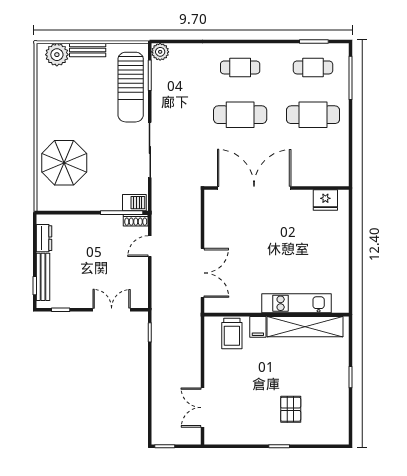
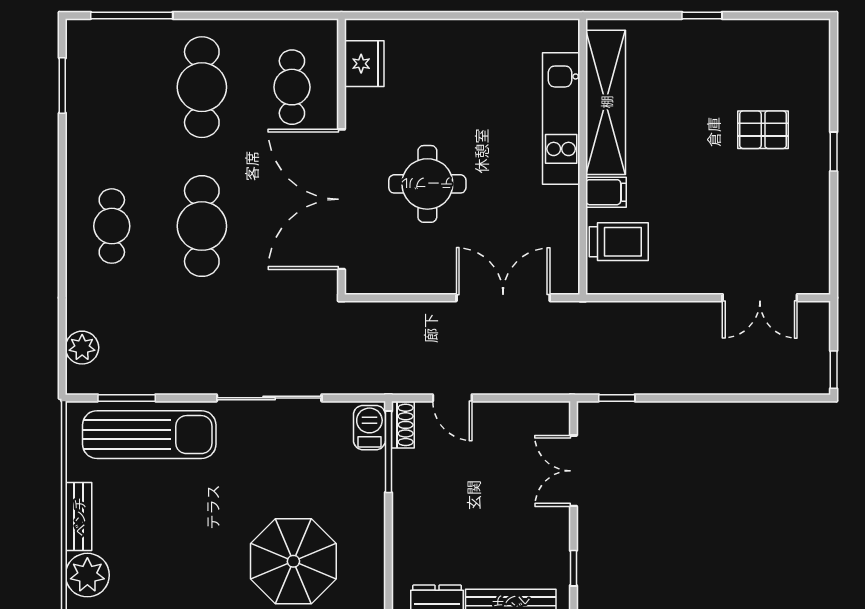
plant: (160, 52) -> (82, 348), moved
cafe table: (313, 67) -> (292, 87), moved
round table: (262, 233) -> (427, 184), added

